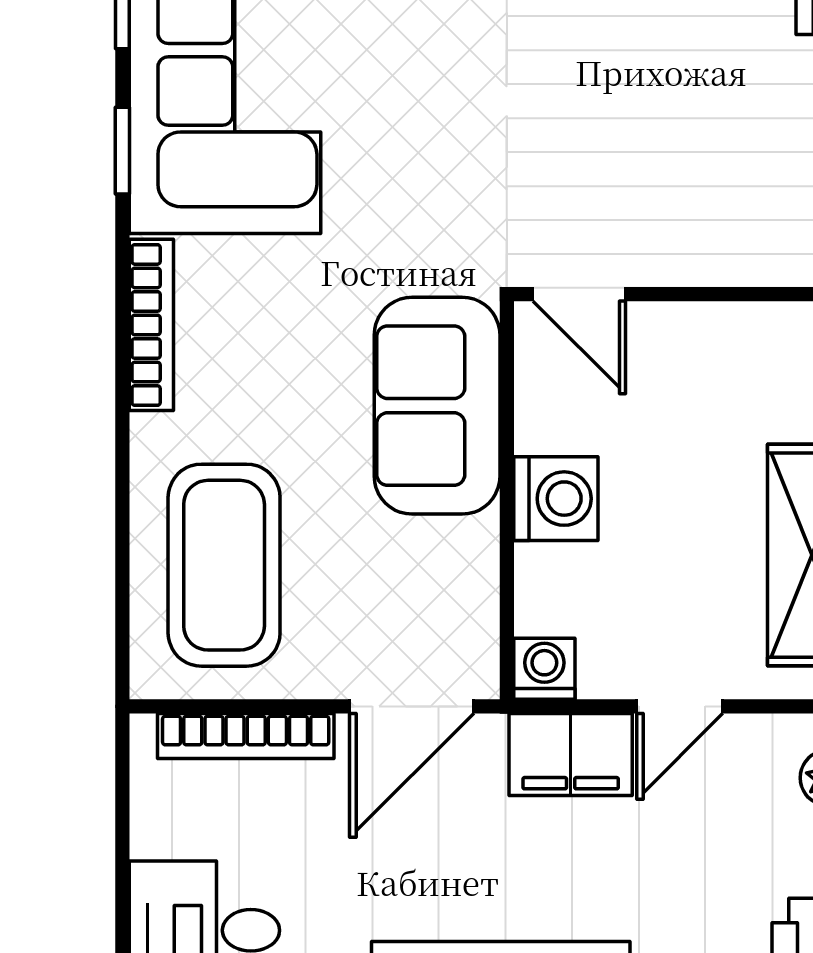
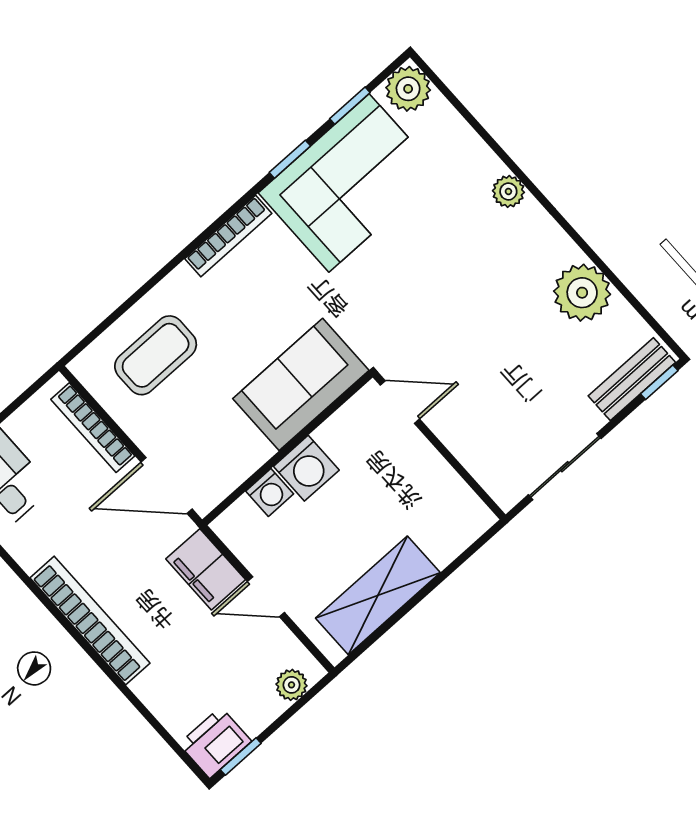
door: (579, 294) -> (400, 402), swing flipped
coffee table: (224, 565) -> (156, 355), width x0.73, depth x0.76
washing machine: (544, 669) -> (270, 492), moved, turned 90

